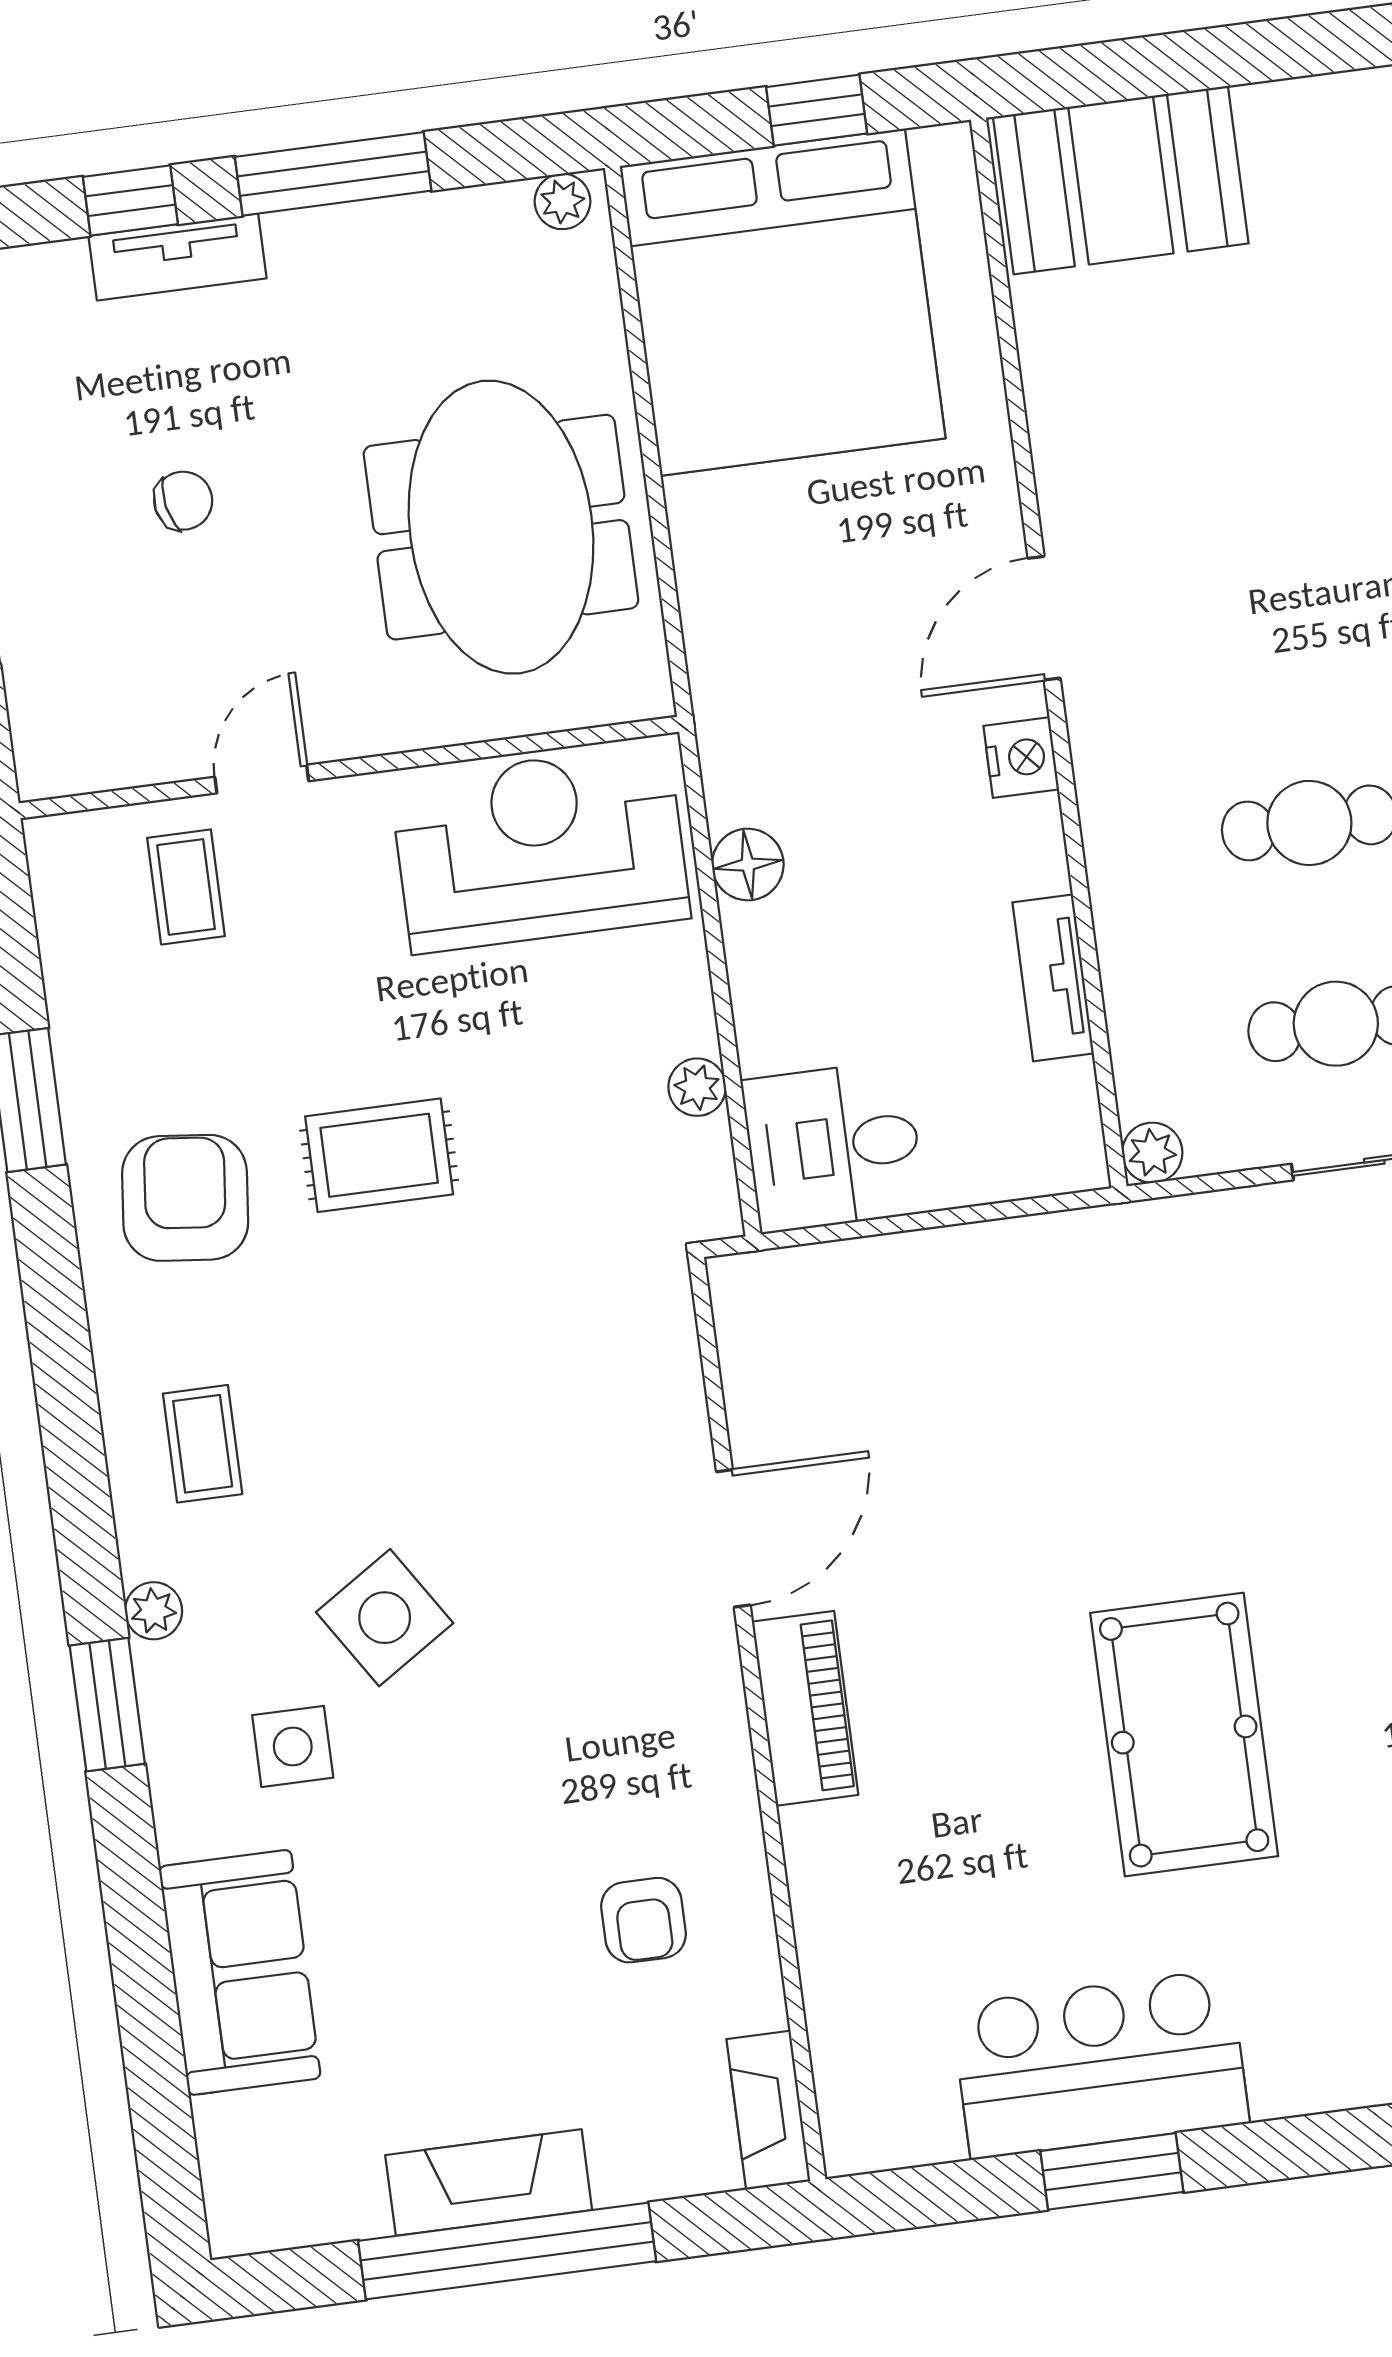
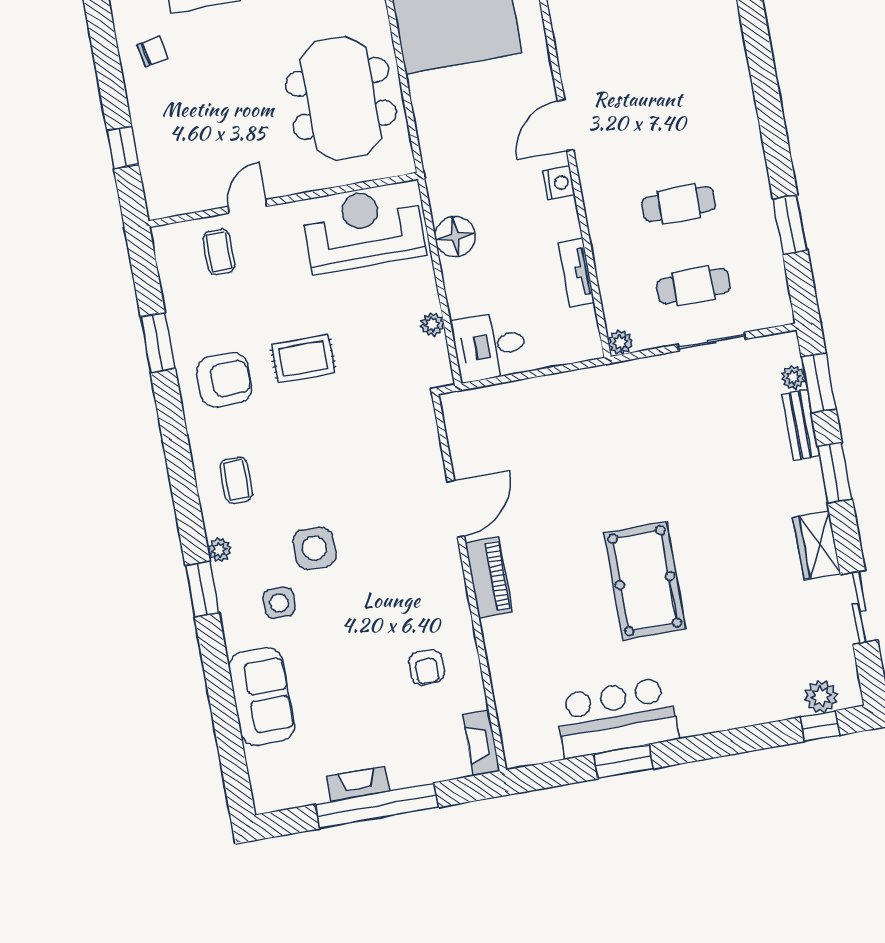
chair: (183, 501) -> (153, 52), moved
floor lamp: (748, 865) -> (455, 236), width x1.38, depth x1.38
armchair: (185, 1198) -> (224, 380), turned 84
side table: (385, 1618) -> (314, 548), turned 33
fireplace: (489, 2183) -> (358, 784), width x0.73, depth x0.76

